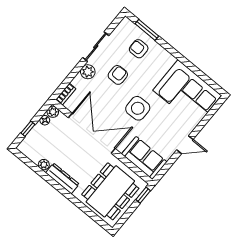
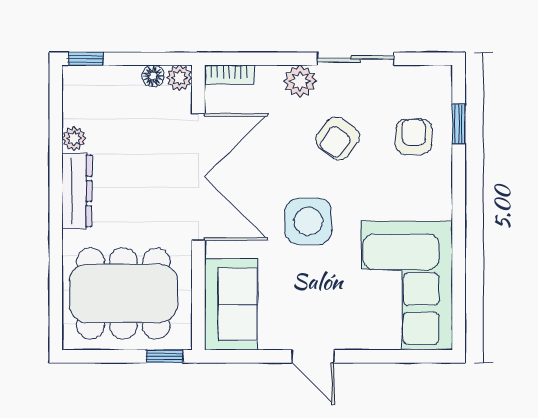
window: (147, 30) -> (459, 124), width x0.67
armchair: (118, 75) -> (338, 138), turned 126
window: (28, 129) -> (86, 59), moved

